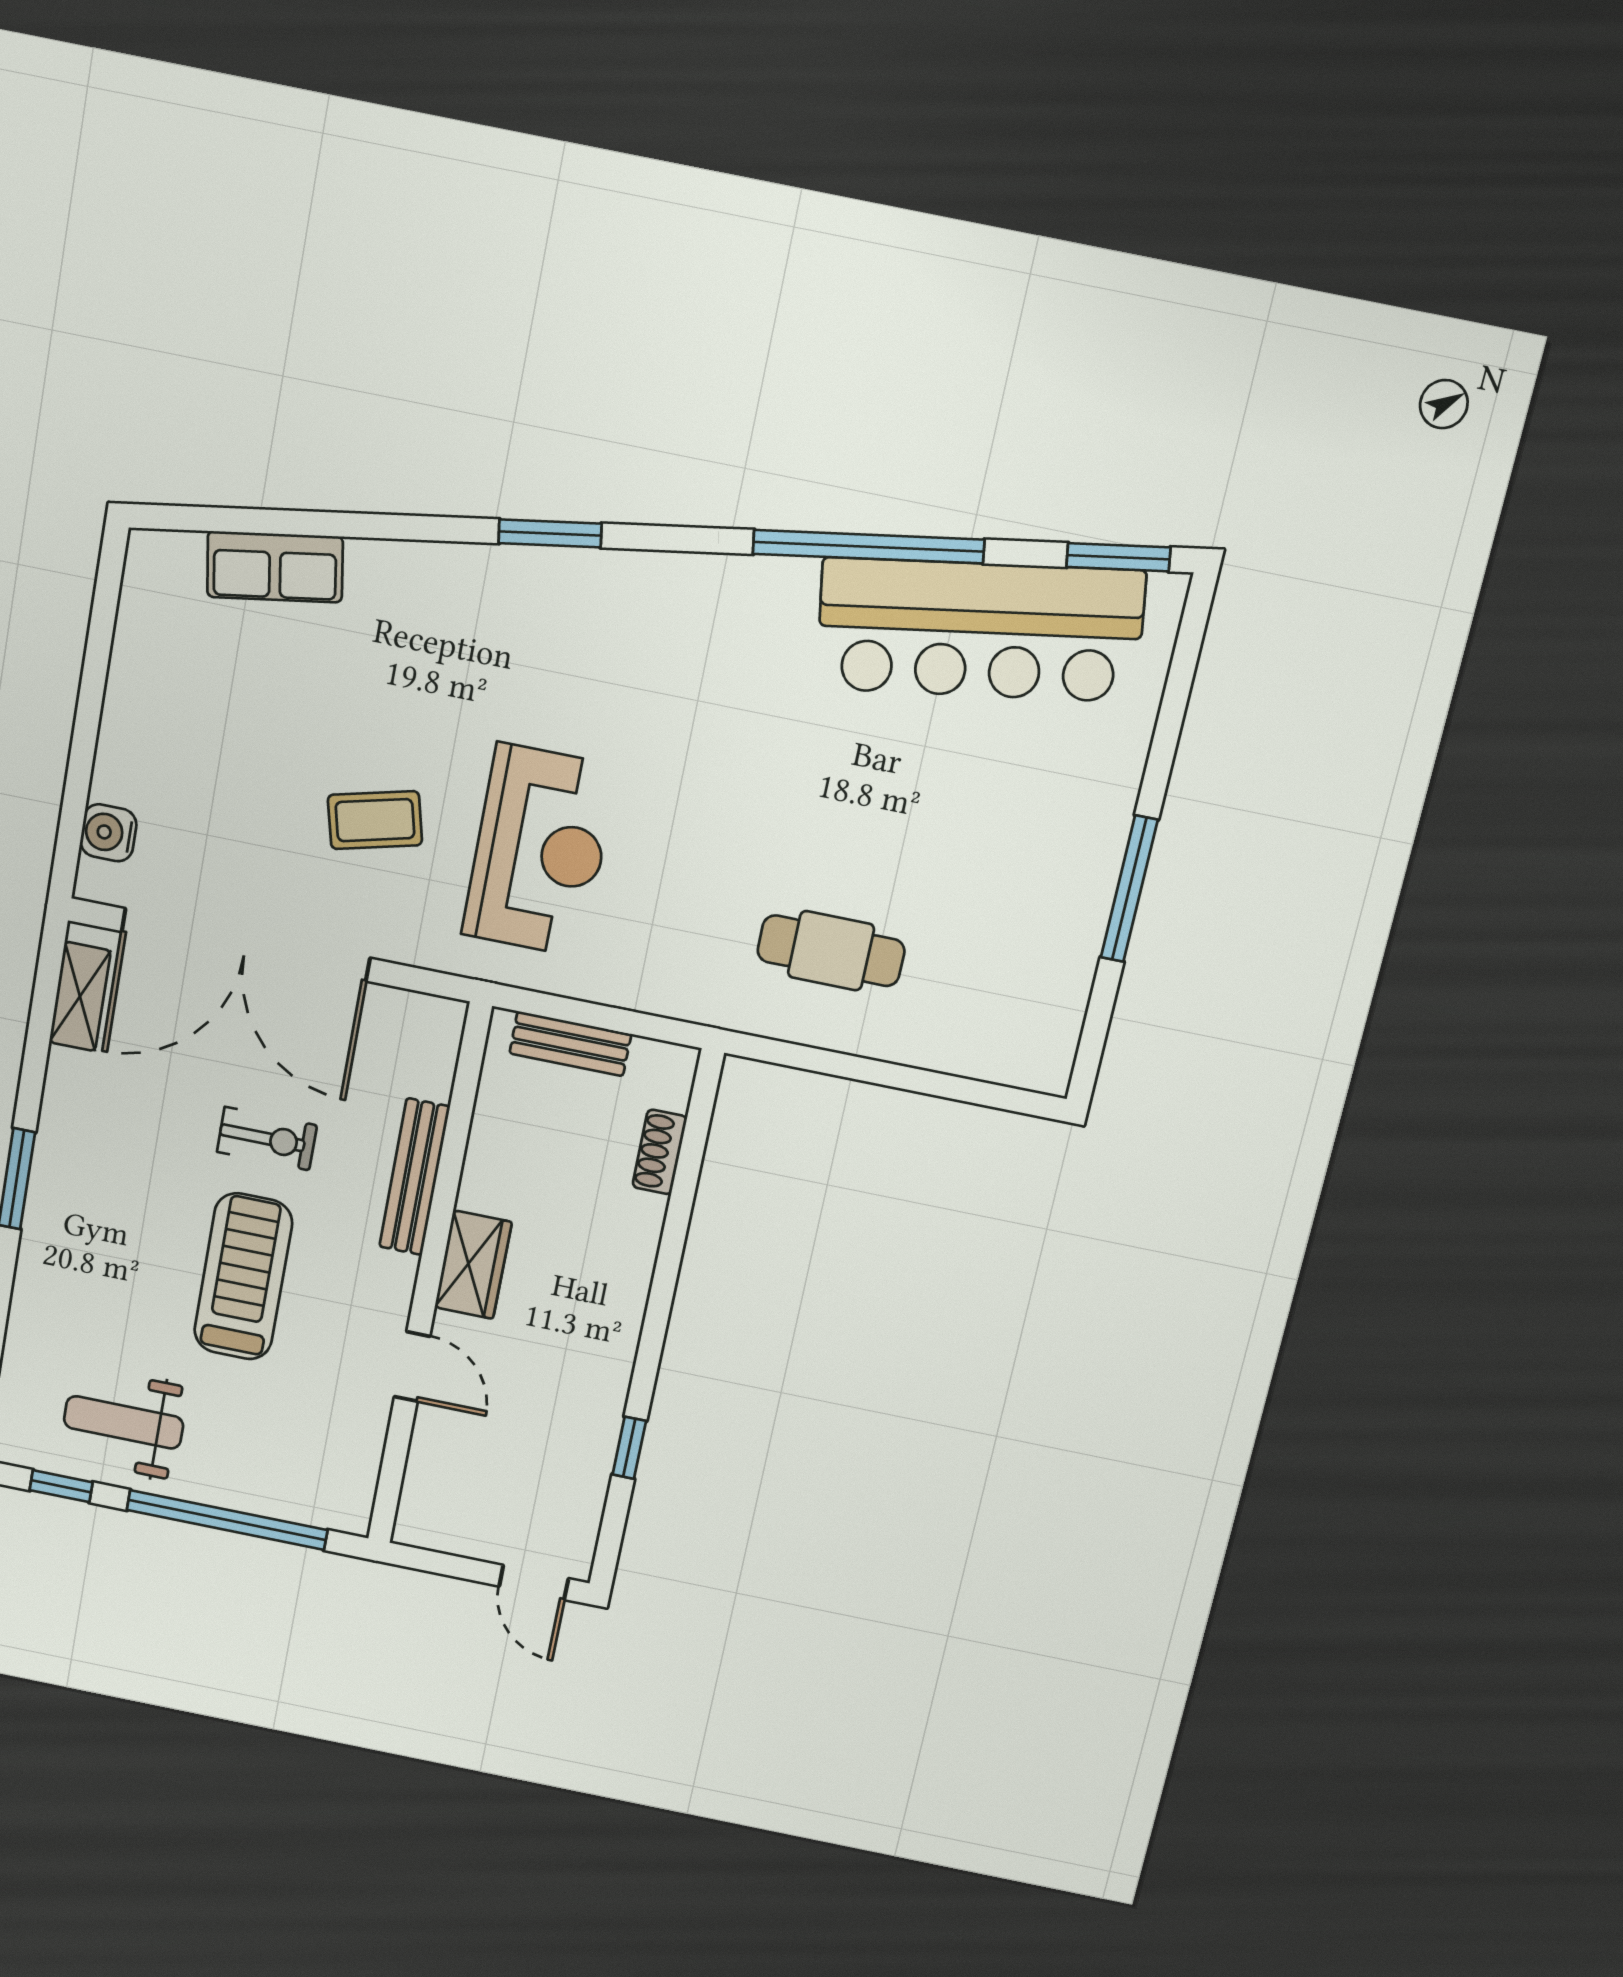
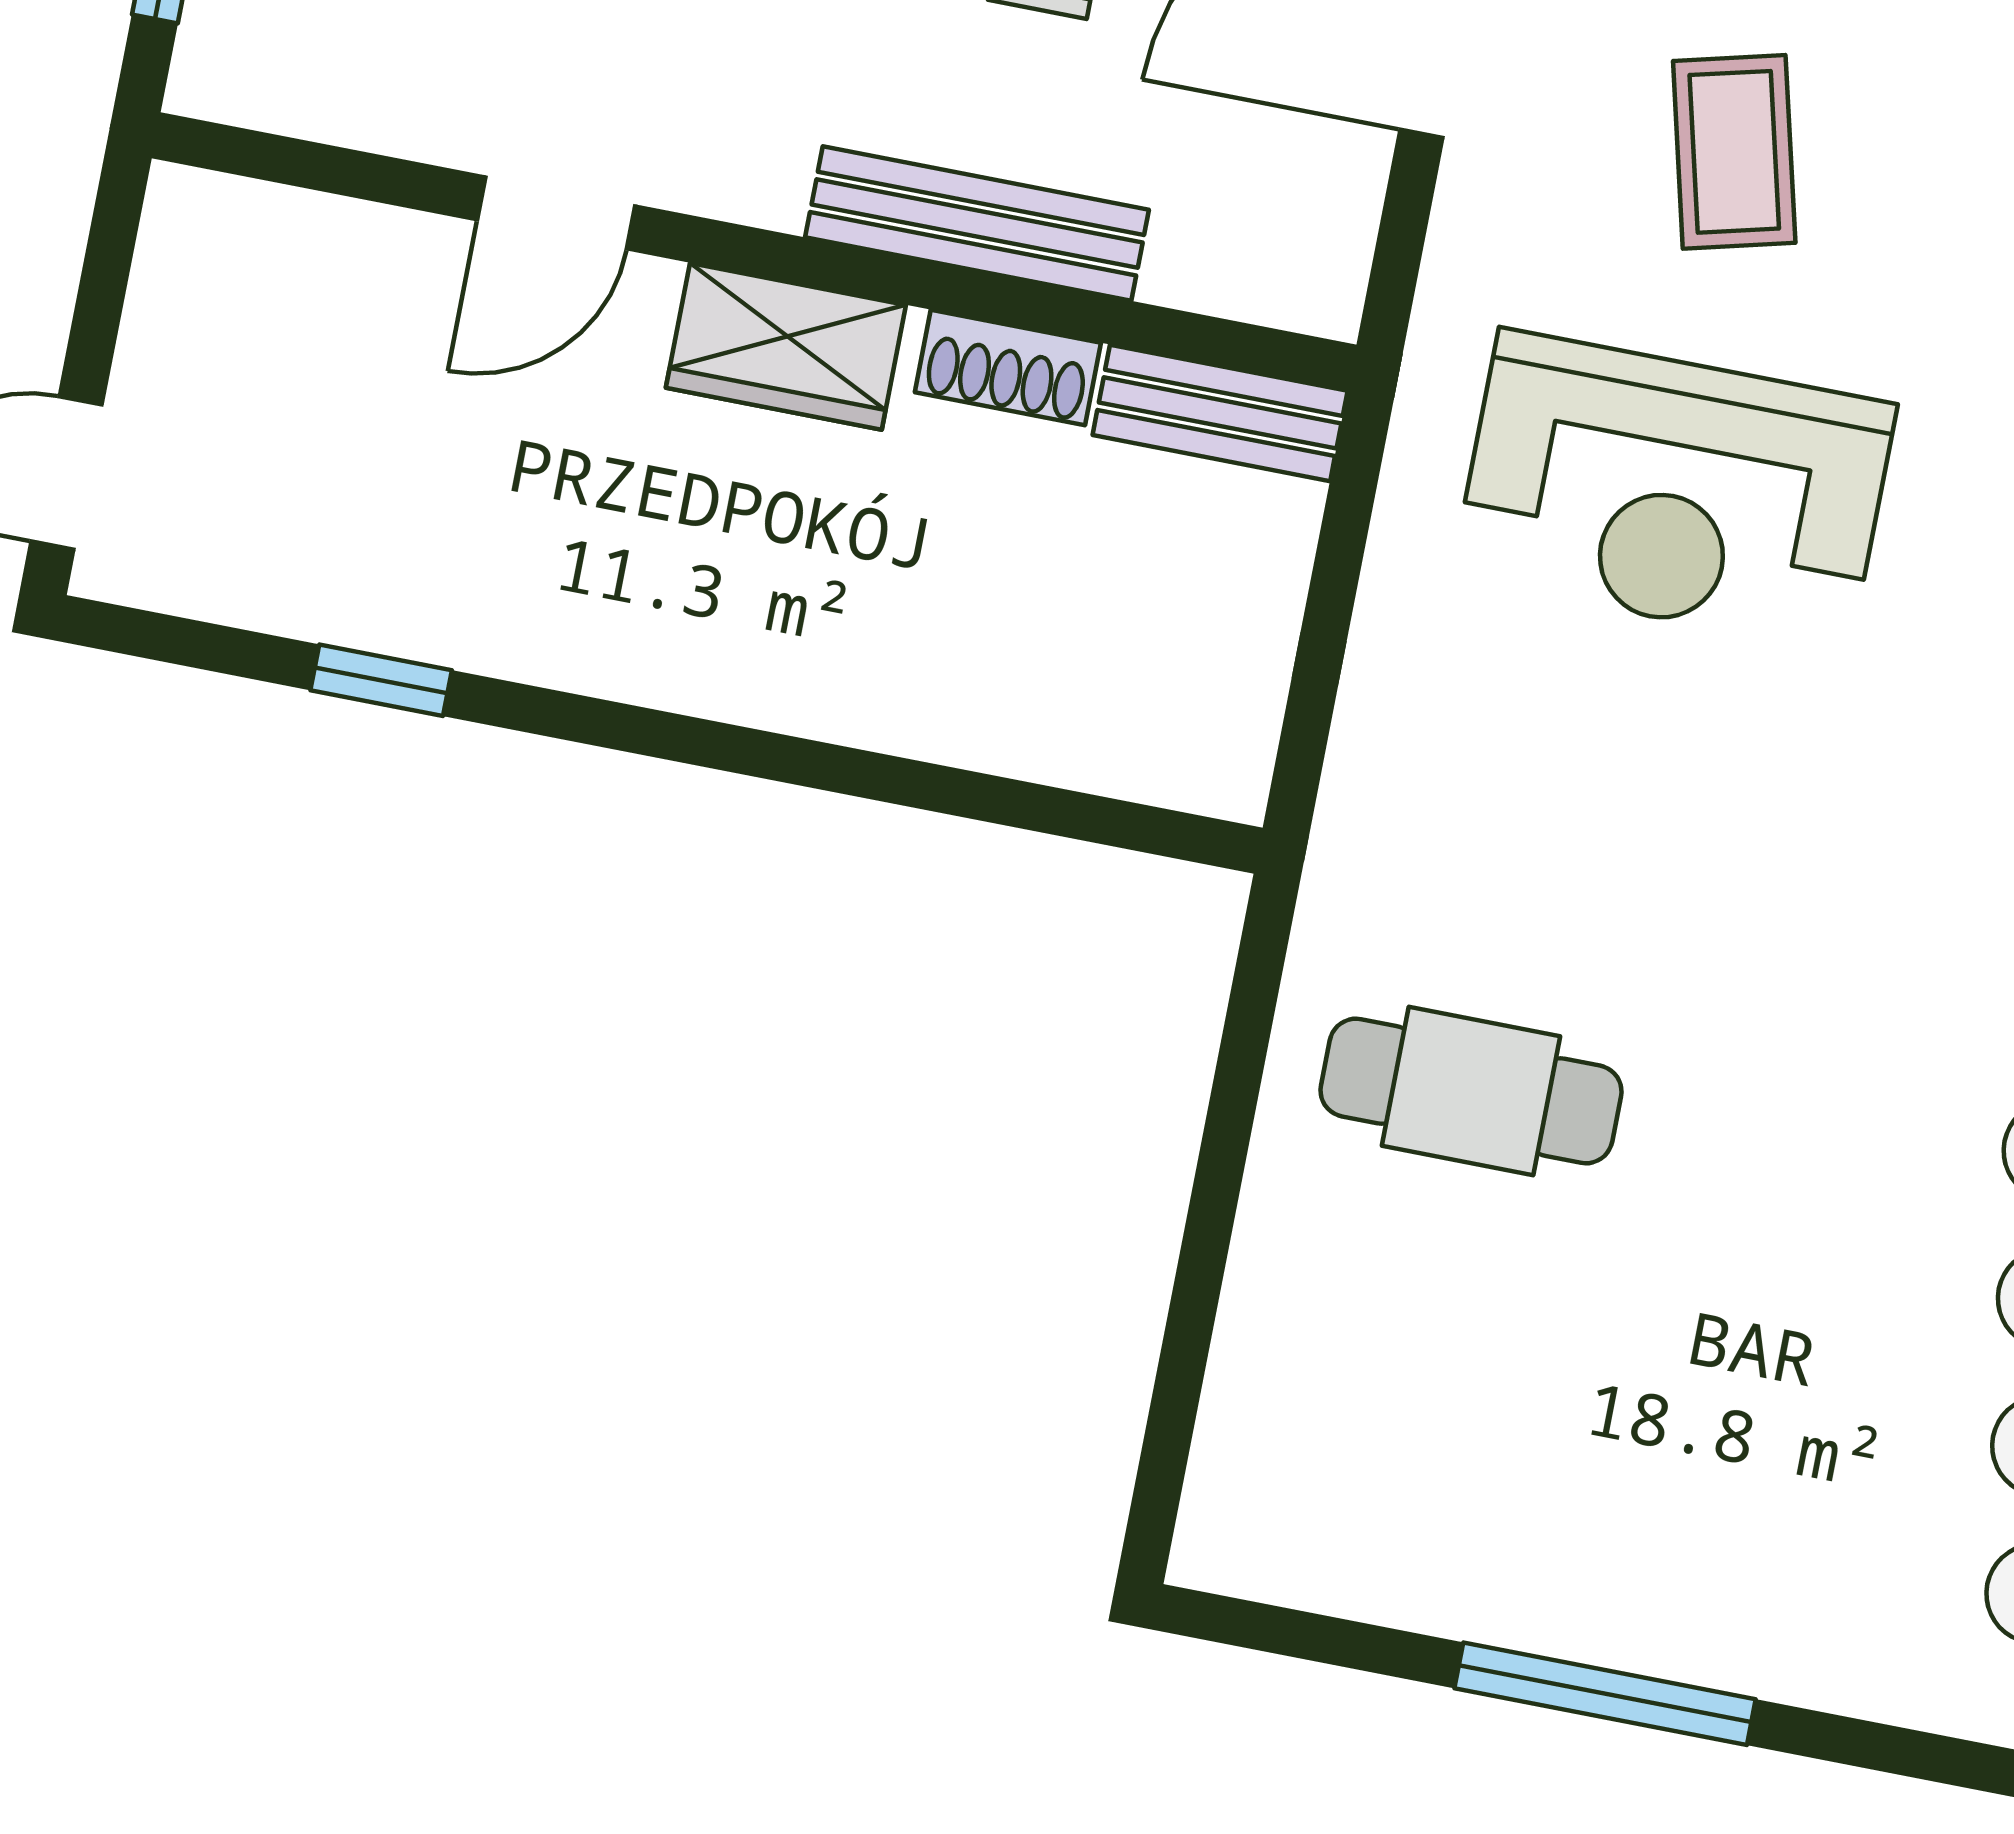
cafe table: (831, 951) -> (1471, 1091), turned 90
bench: (570, 1044) -> (1220, 413), moved, turned 90
shoe rack: (660, 1152) -> (1008, 367), moved, turned 180

